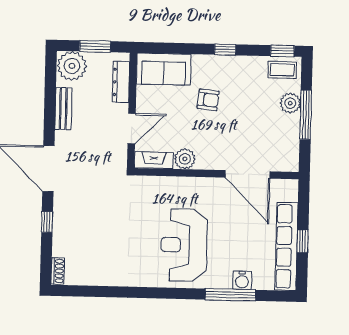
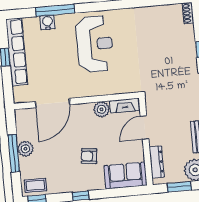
plant: (290, 103) -> (25, 149), moved
door: (248, 174) -> (53, 103), swing flipped

